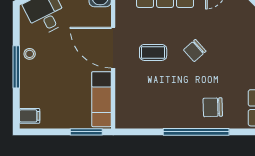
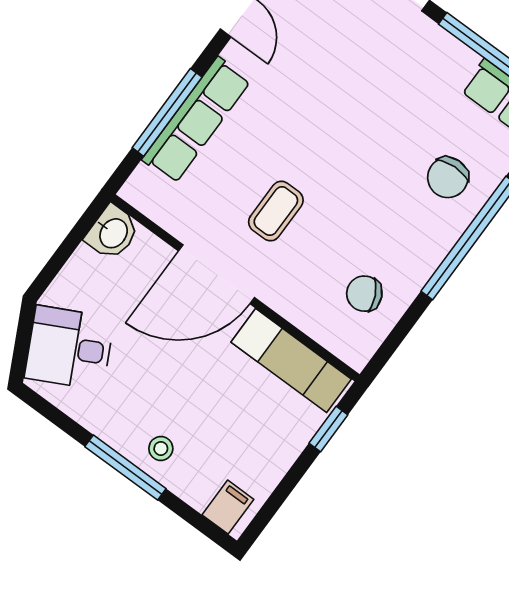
chair: (195, 50) -> (364, 294), moved, turned 106
stool: (30, 54) -> (161, 448), moved
window: (86, 132) -> (328, 429), width x0.67

